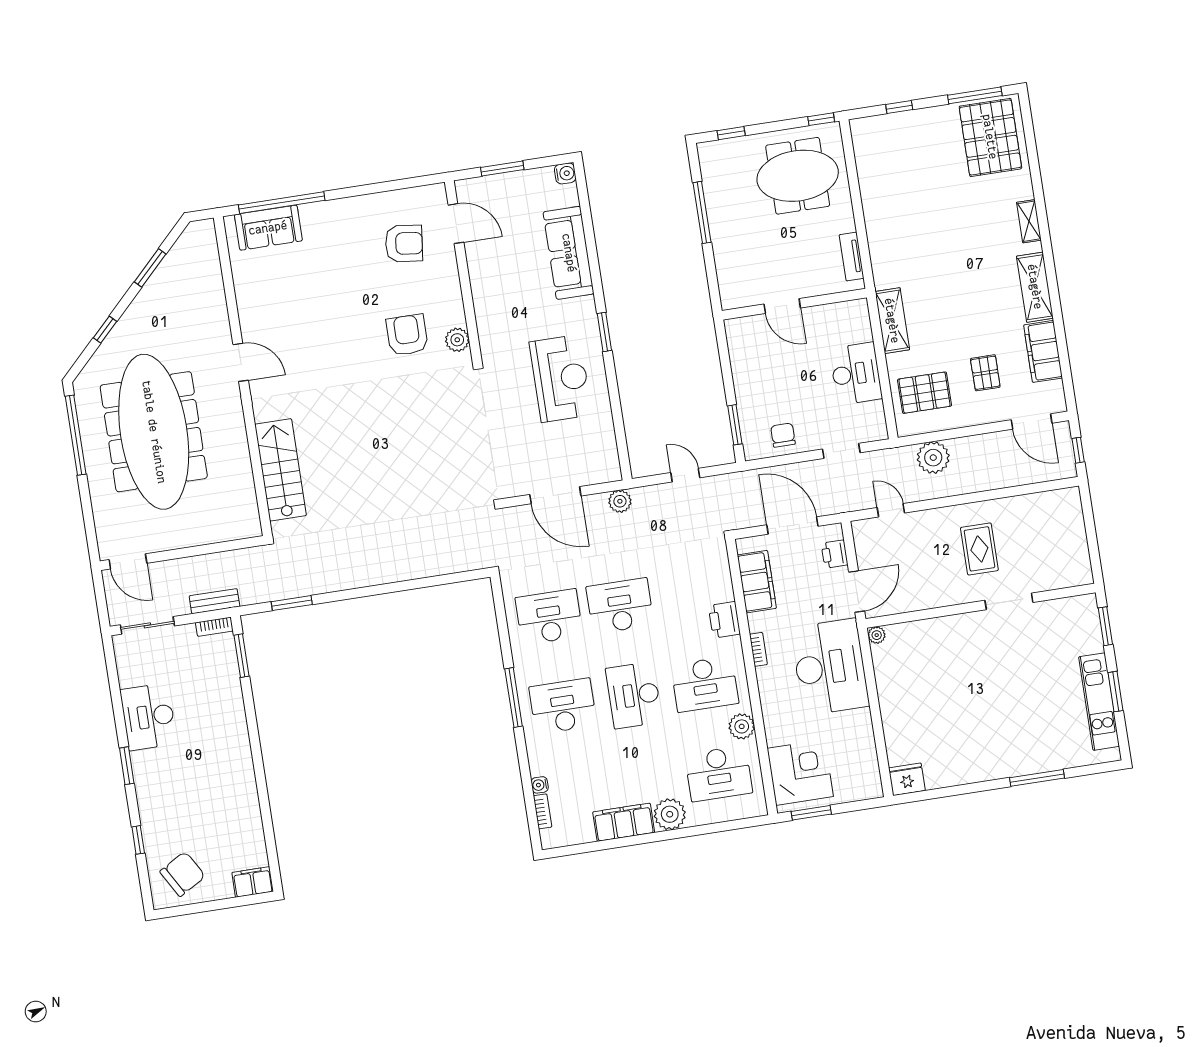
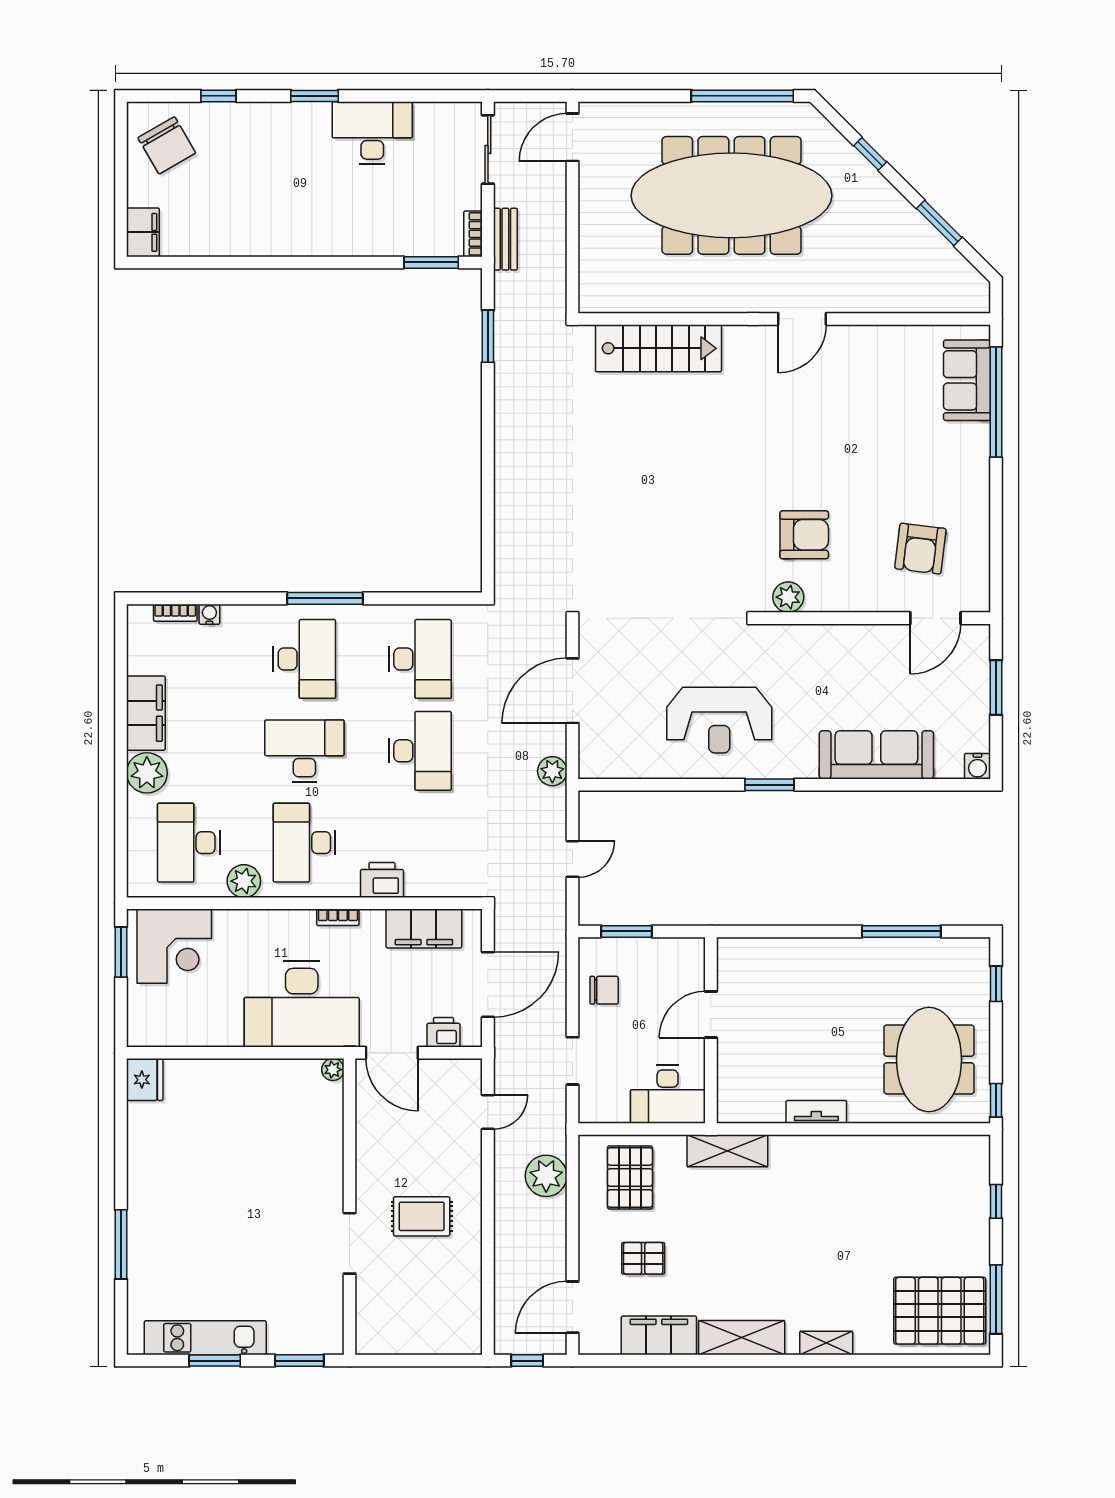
wall: (794, 304) -> (711, 1030), moved
door: (782, 306) -> (711, 1015), moved

